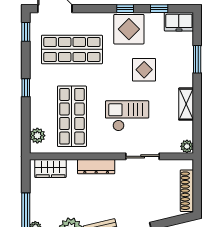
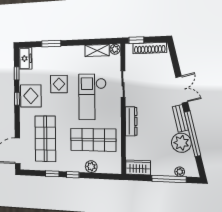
window: (26, 32) -> (52, 174), moved
shelving: (186, 104) -> (97, 50), moved
checkout: (127, 116) -> (92, 97), width x1.36, depth x1.21
plant: (37, 136) -> (91, 167), moved
wardrobe: (50, 169) -> (138, 167), moved, turned -90
window: (197, 174) -> (136, 40), added

